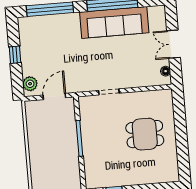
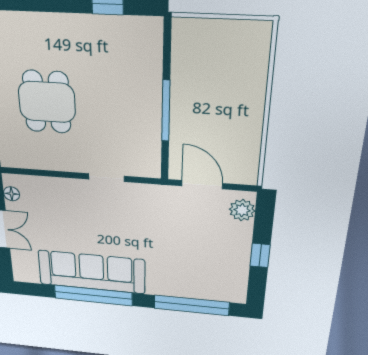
door: (54, 96) -> (202, 185), swing flipped
dining table: (145, 134) -> (47, 102), turned 90

